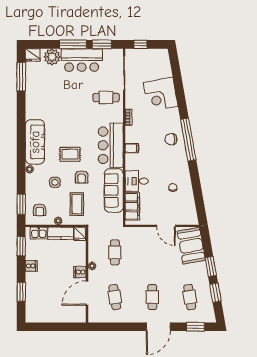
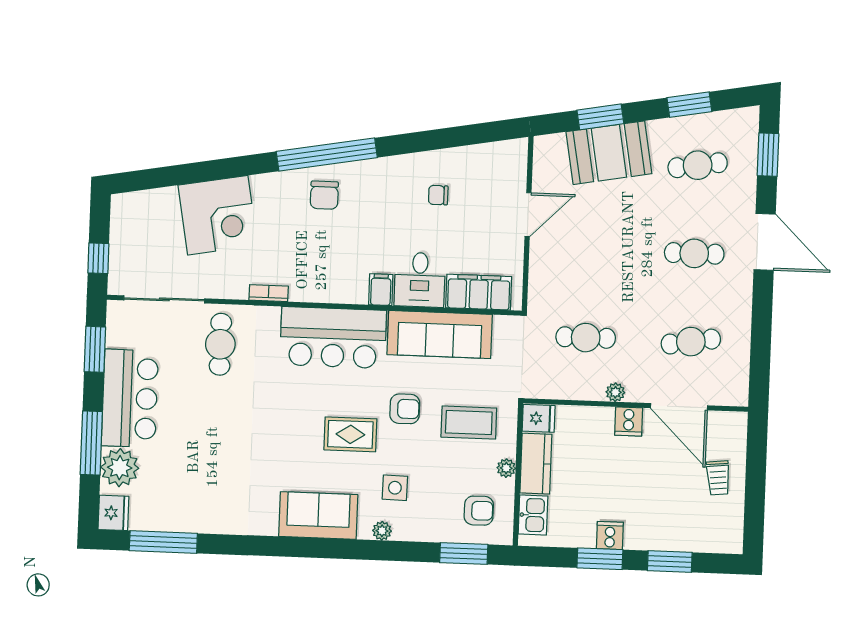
window: (73, 44) -> (91, 443), moved
sofa: (35, 142) -> (318, 516), width x0.73
filing cabinet: (132, 148) -> (381, 290), moved
rug: (70, 154) -> (350, 434), turned 90
side table: (55, 182) -> (395, 488), moved
window: (21, 246) -> (600, 559), moved
booth: (191, 246) -> (609, 153), moved
window: (211, 266) -> (600, 117), moved
trolley: (57, 311) -> (718, 478), added

